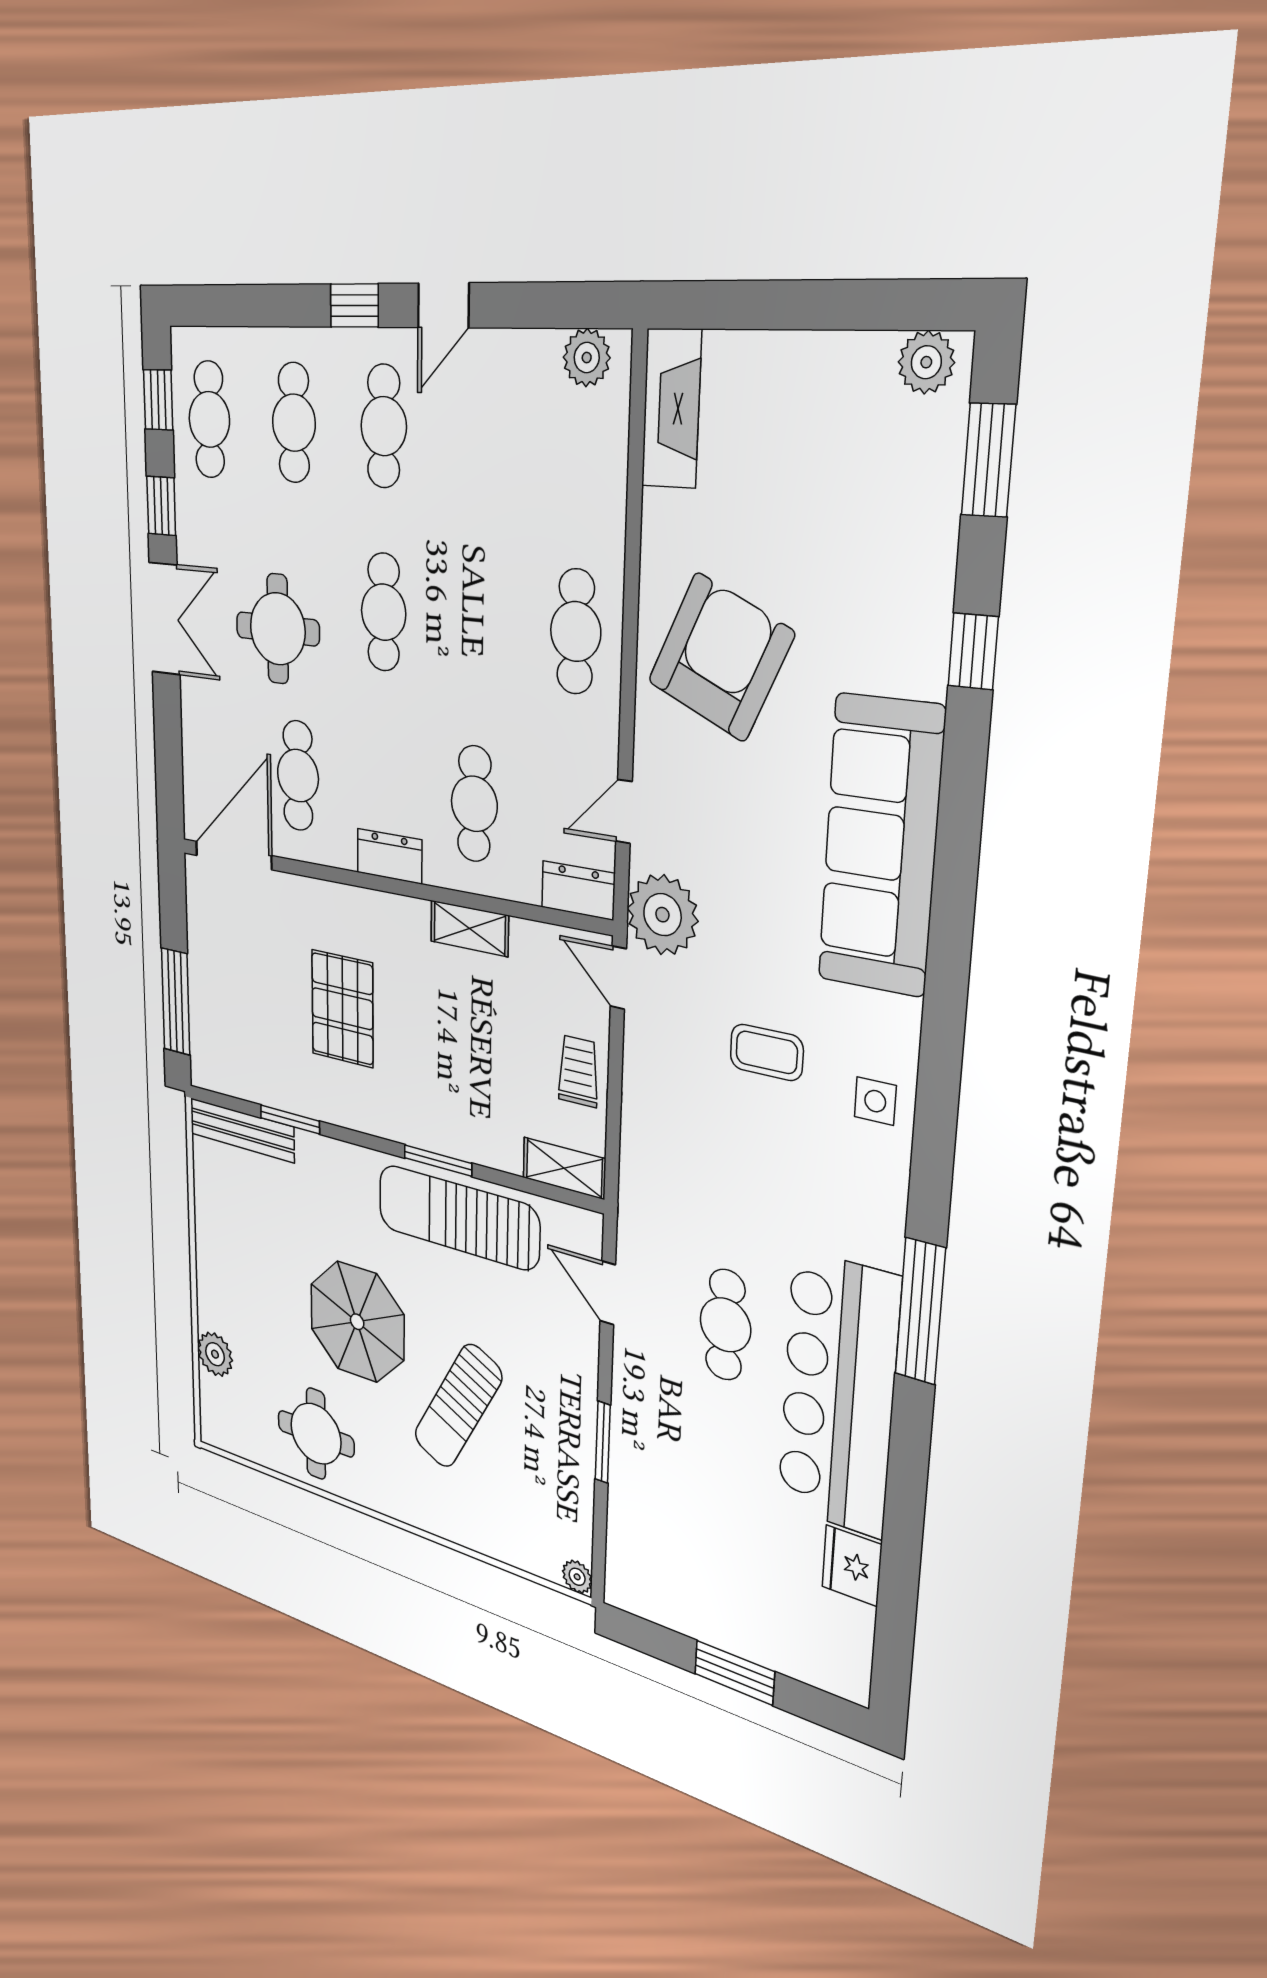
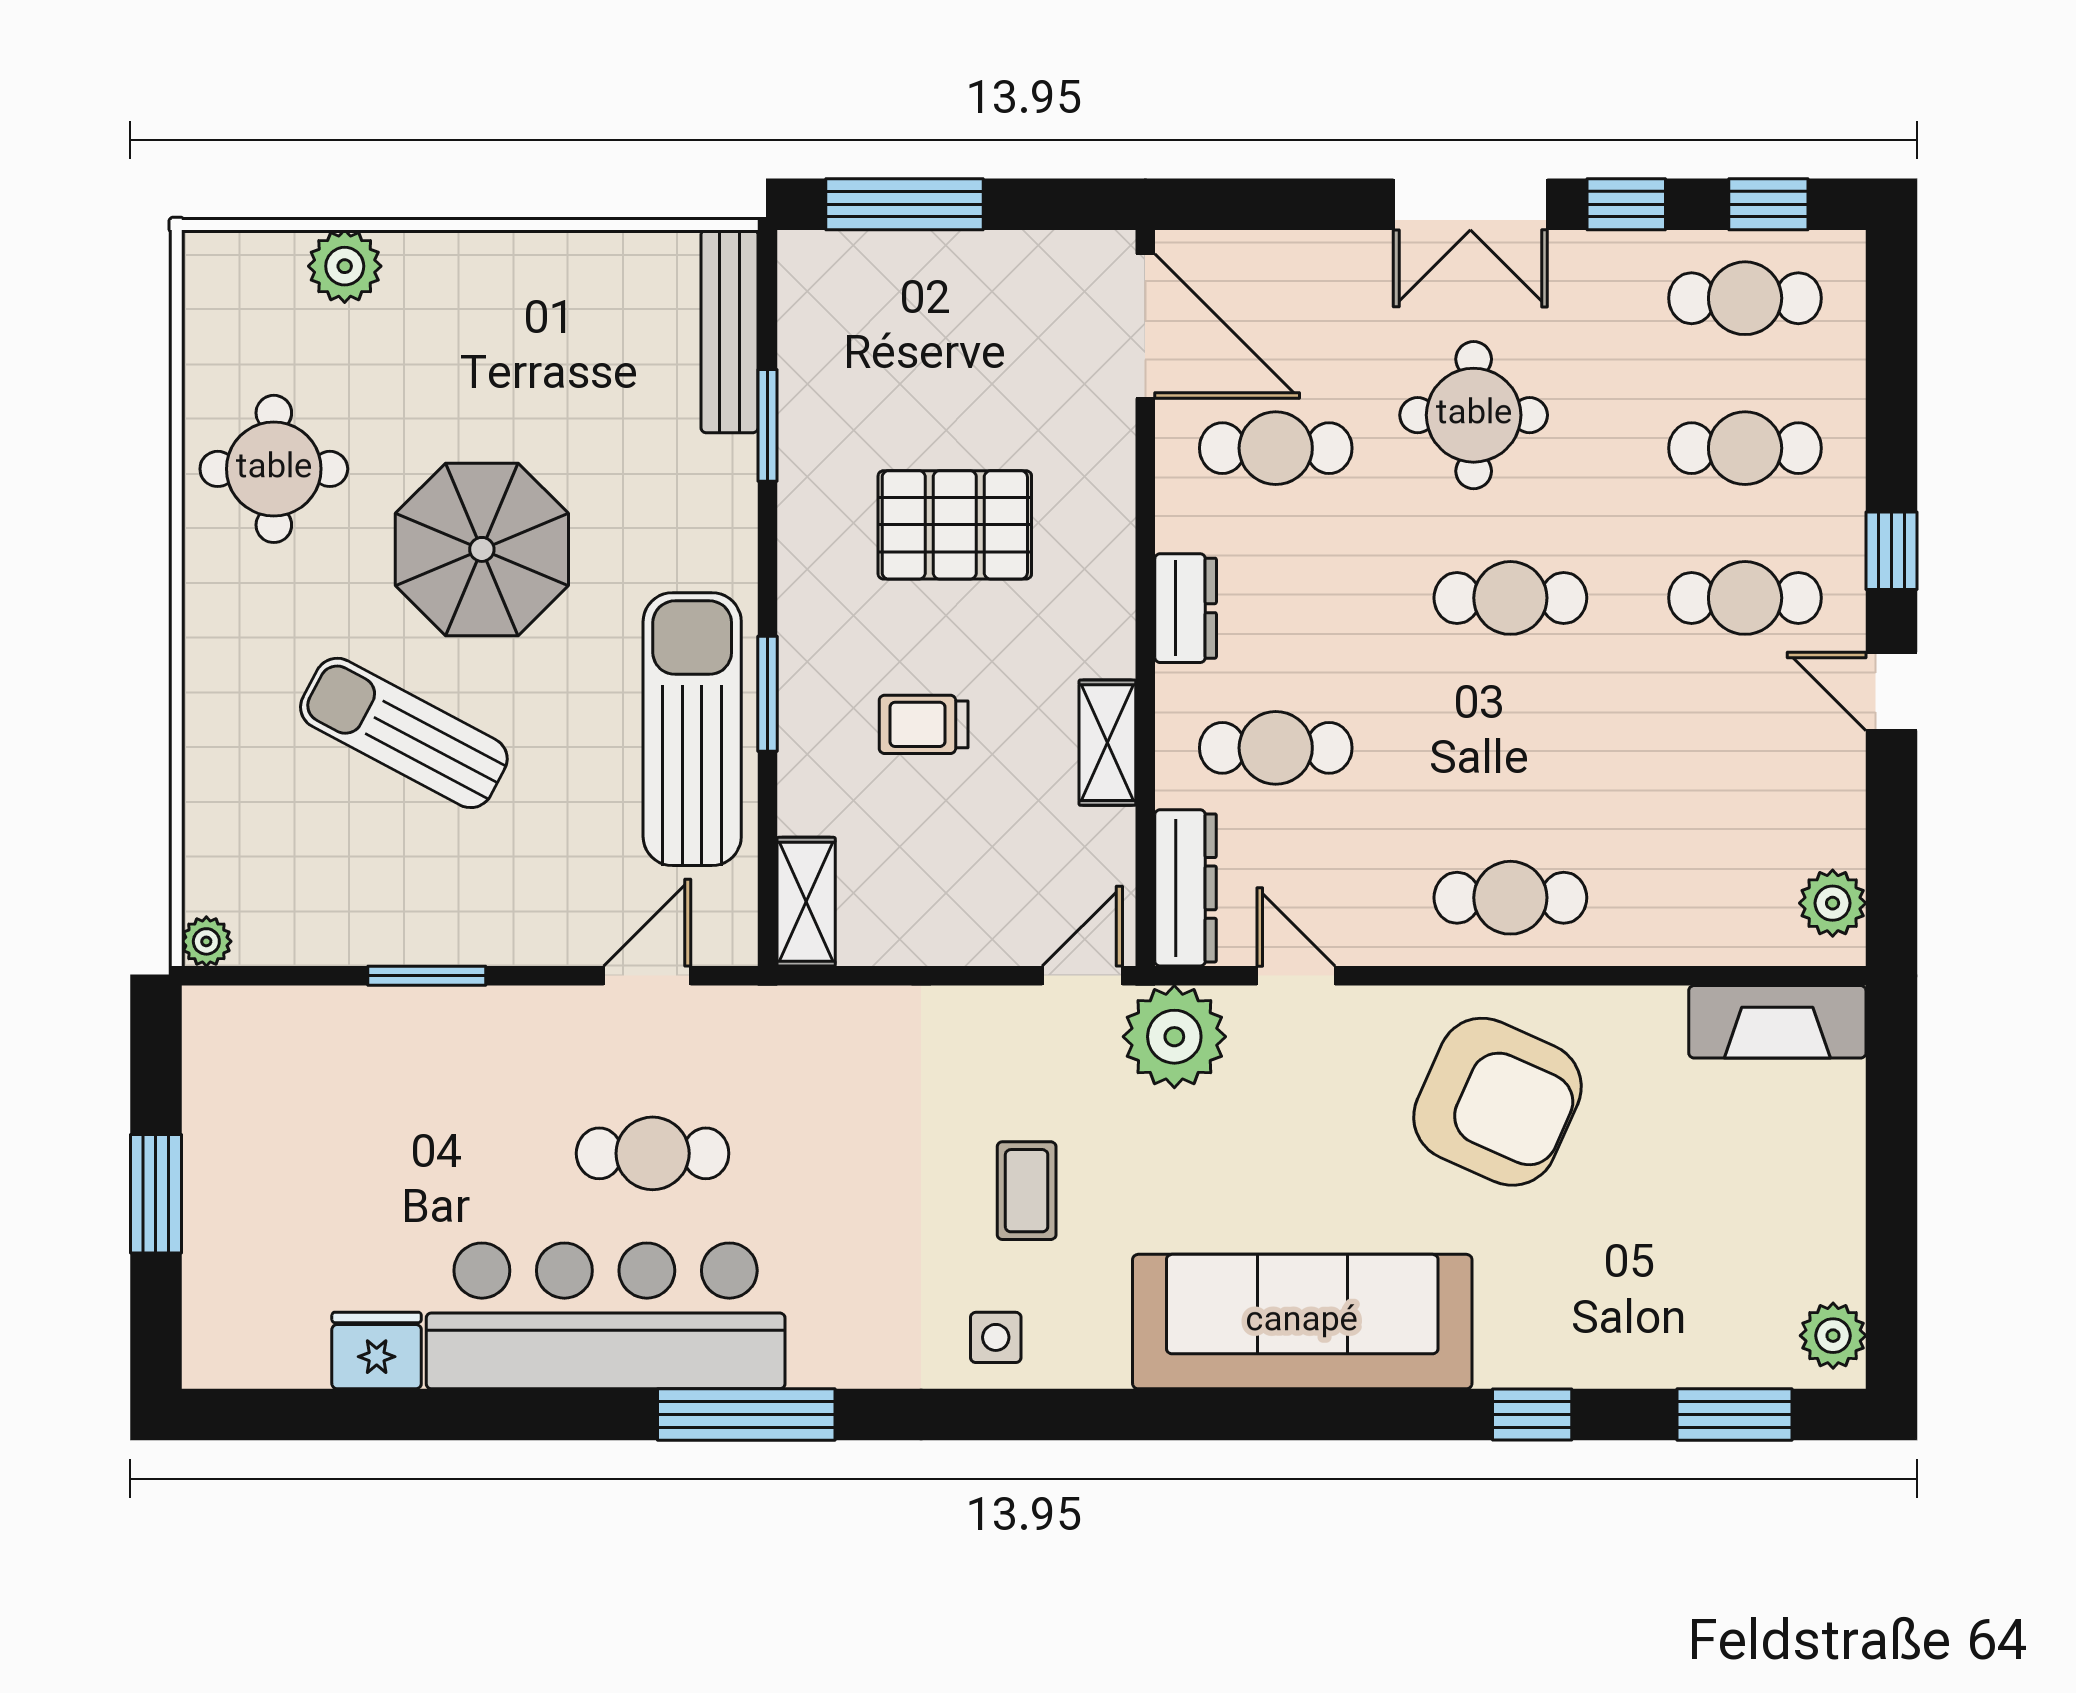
dresser: (578, 890) -> (1186, 888), width x1.44
trolley: (578, 1071) -> (924, 724), moved, turned 180

